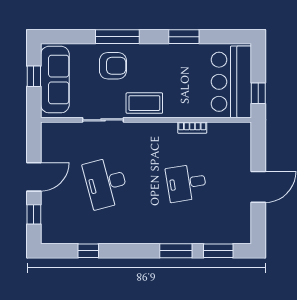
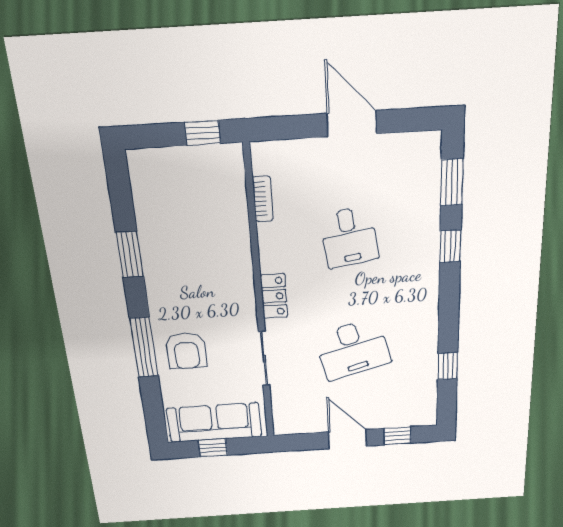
armchair: (113, 66) -> (186, 351), turned 180
bar counter: (231, 82) -> (189, 178), removed
coffee table: (144, 103) -> (235, 305), removed
bookcase: (192, 128) -> (263, 199), moved
locker: (149, 130) -> (274, 296), added
window: (176, 251) -> (450, 246), width x0.67

